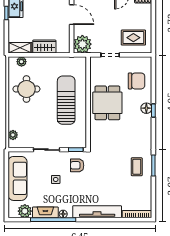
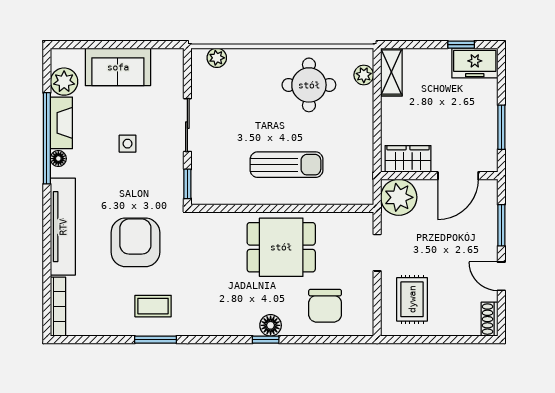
wardrobe: (44, 47) -> (408, 159), moved, turned -90
sun lounger: (66, 100) -> (287, 165), width x0.73, depth x0.75
armchair: (77, 165) -> (135, 242), moved, width x1.88, depth x1.88
sofa: (17, 178) -> (118, 67), width x0.73

